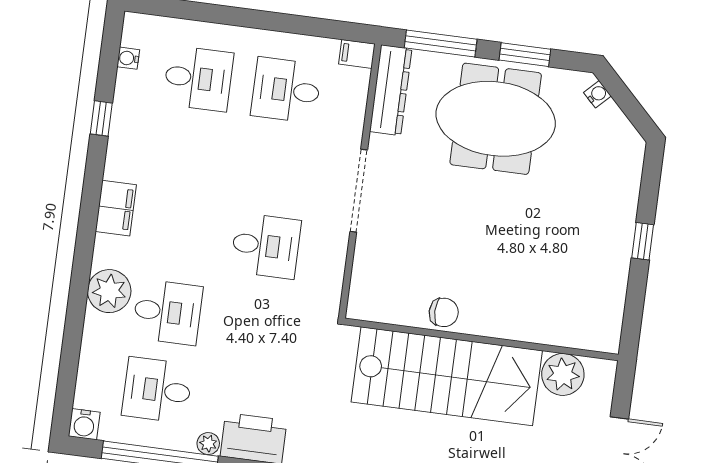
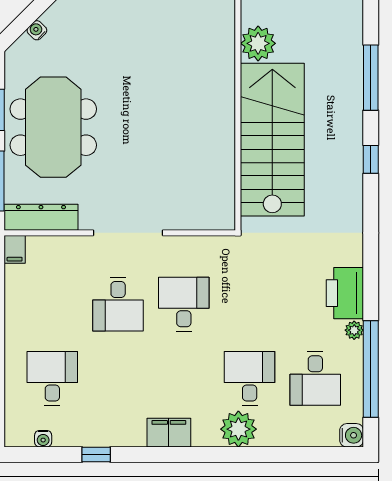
desk: (286, 90) -> (118, 304), moved
water cooler: (597, 94) -> (37, 30), moved
chair: (444, 312) -> (220, 149), removed

